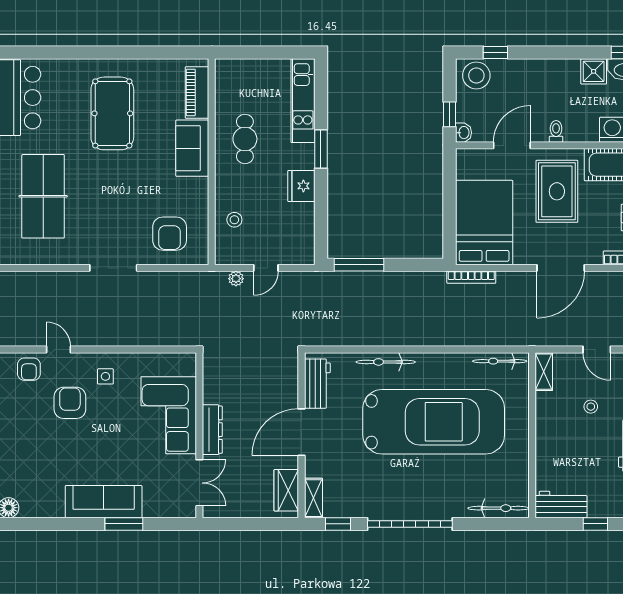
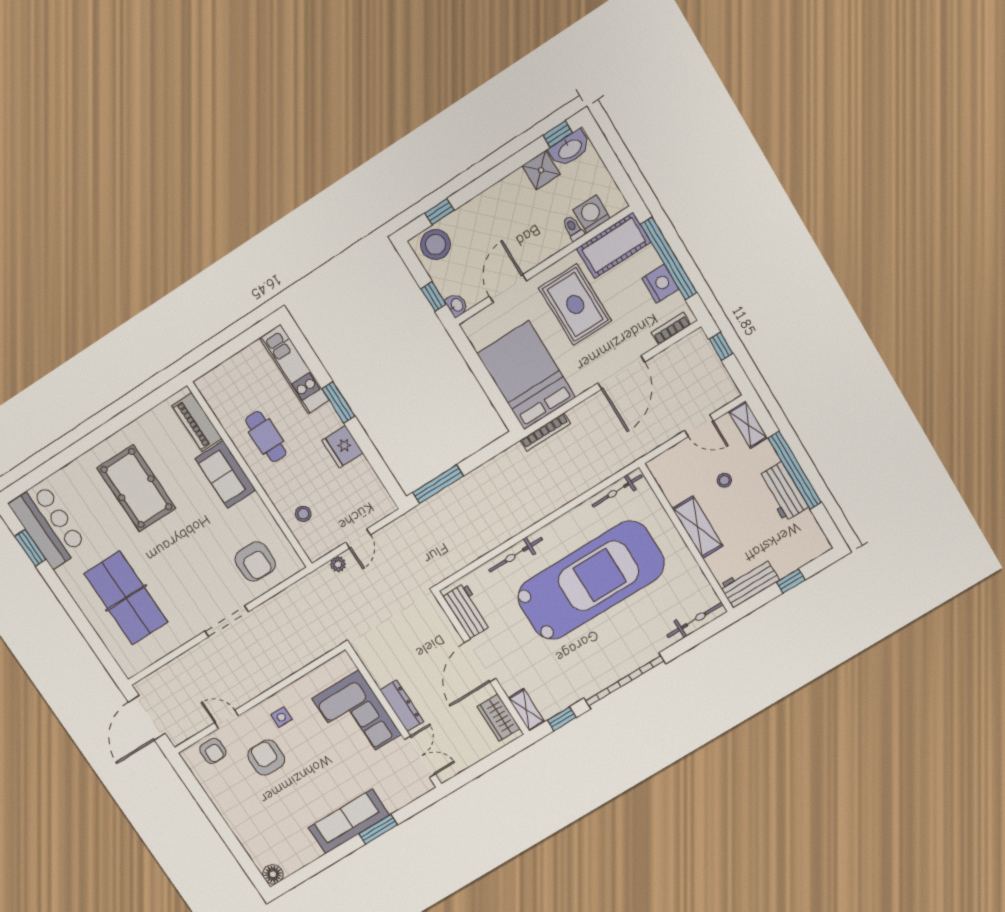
toilet: (556, 131) -> (573, 228), moved
shelving: (544, 372) -> (698, 527), moved, width x1.50, depth x1.33

